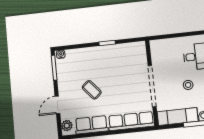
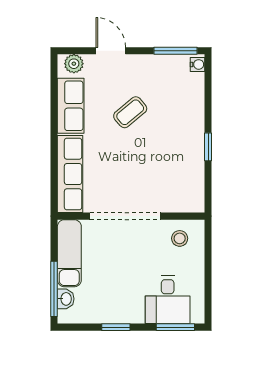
stool: (188, 85) -> (180, 238), moved

